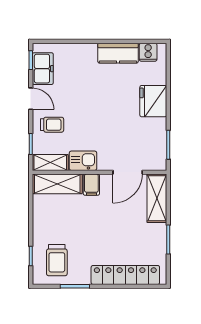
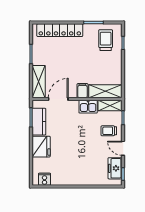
kitchen counter: (118, 53) -> (39, 122), moved, turned 90

